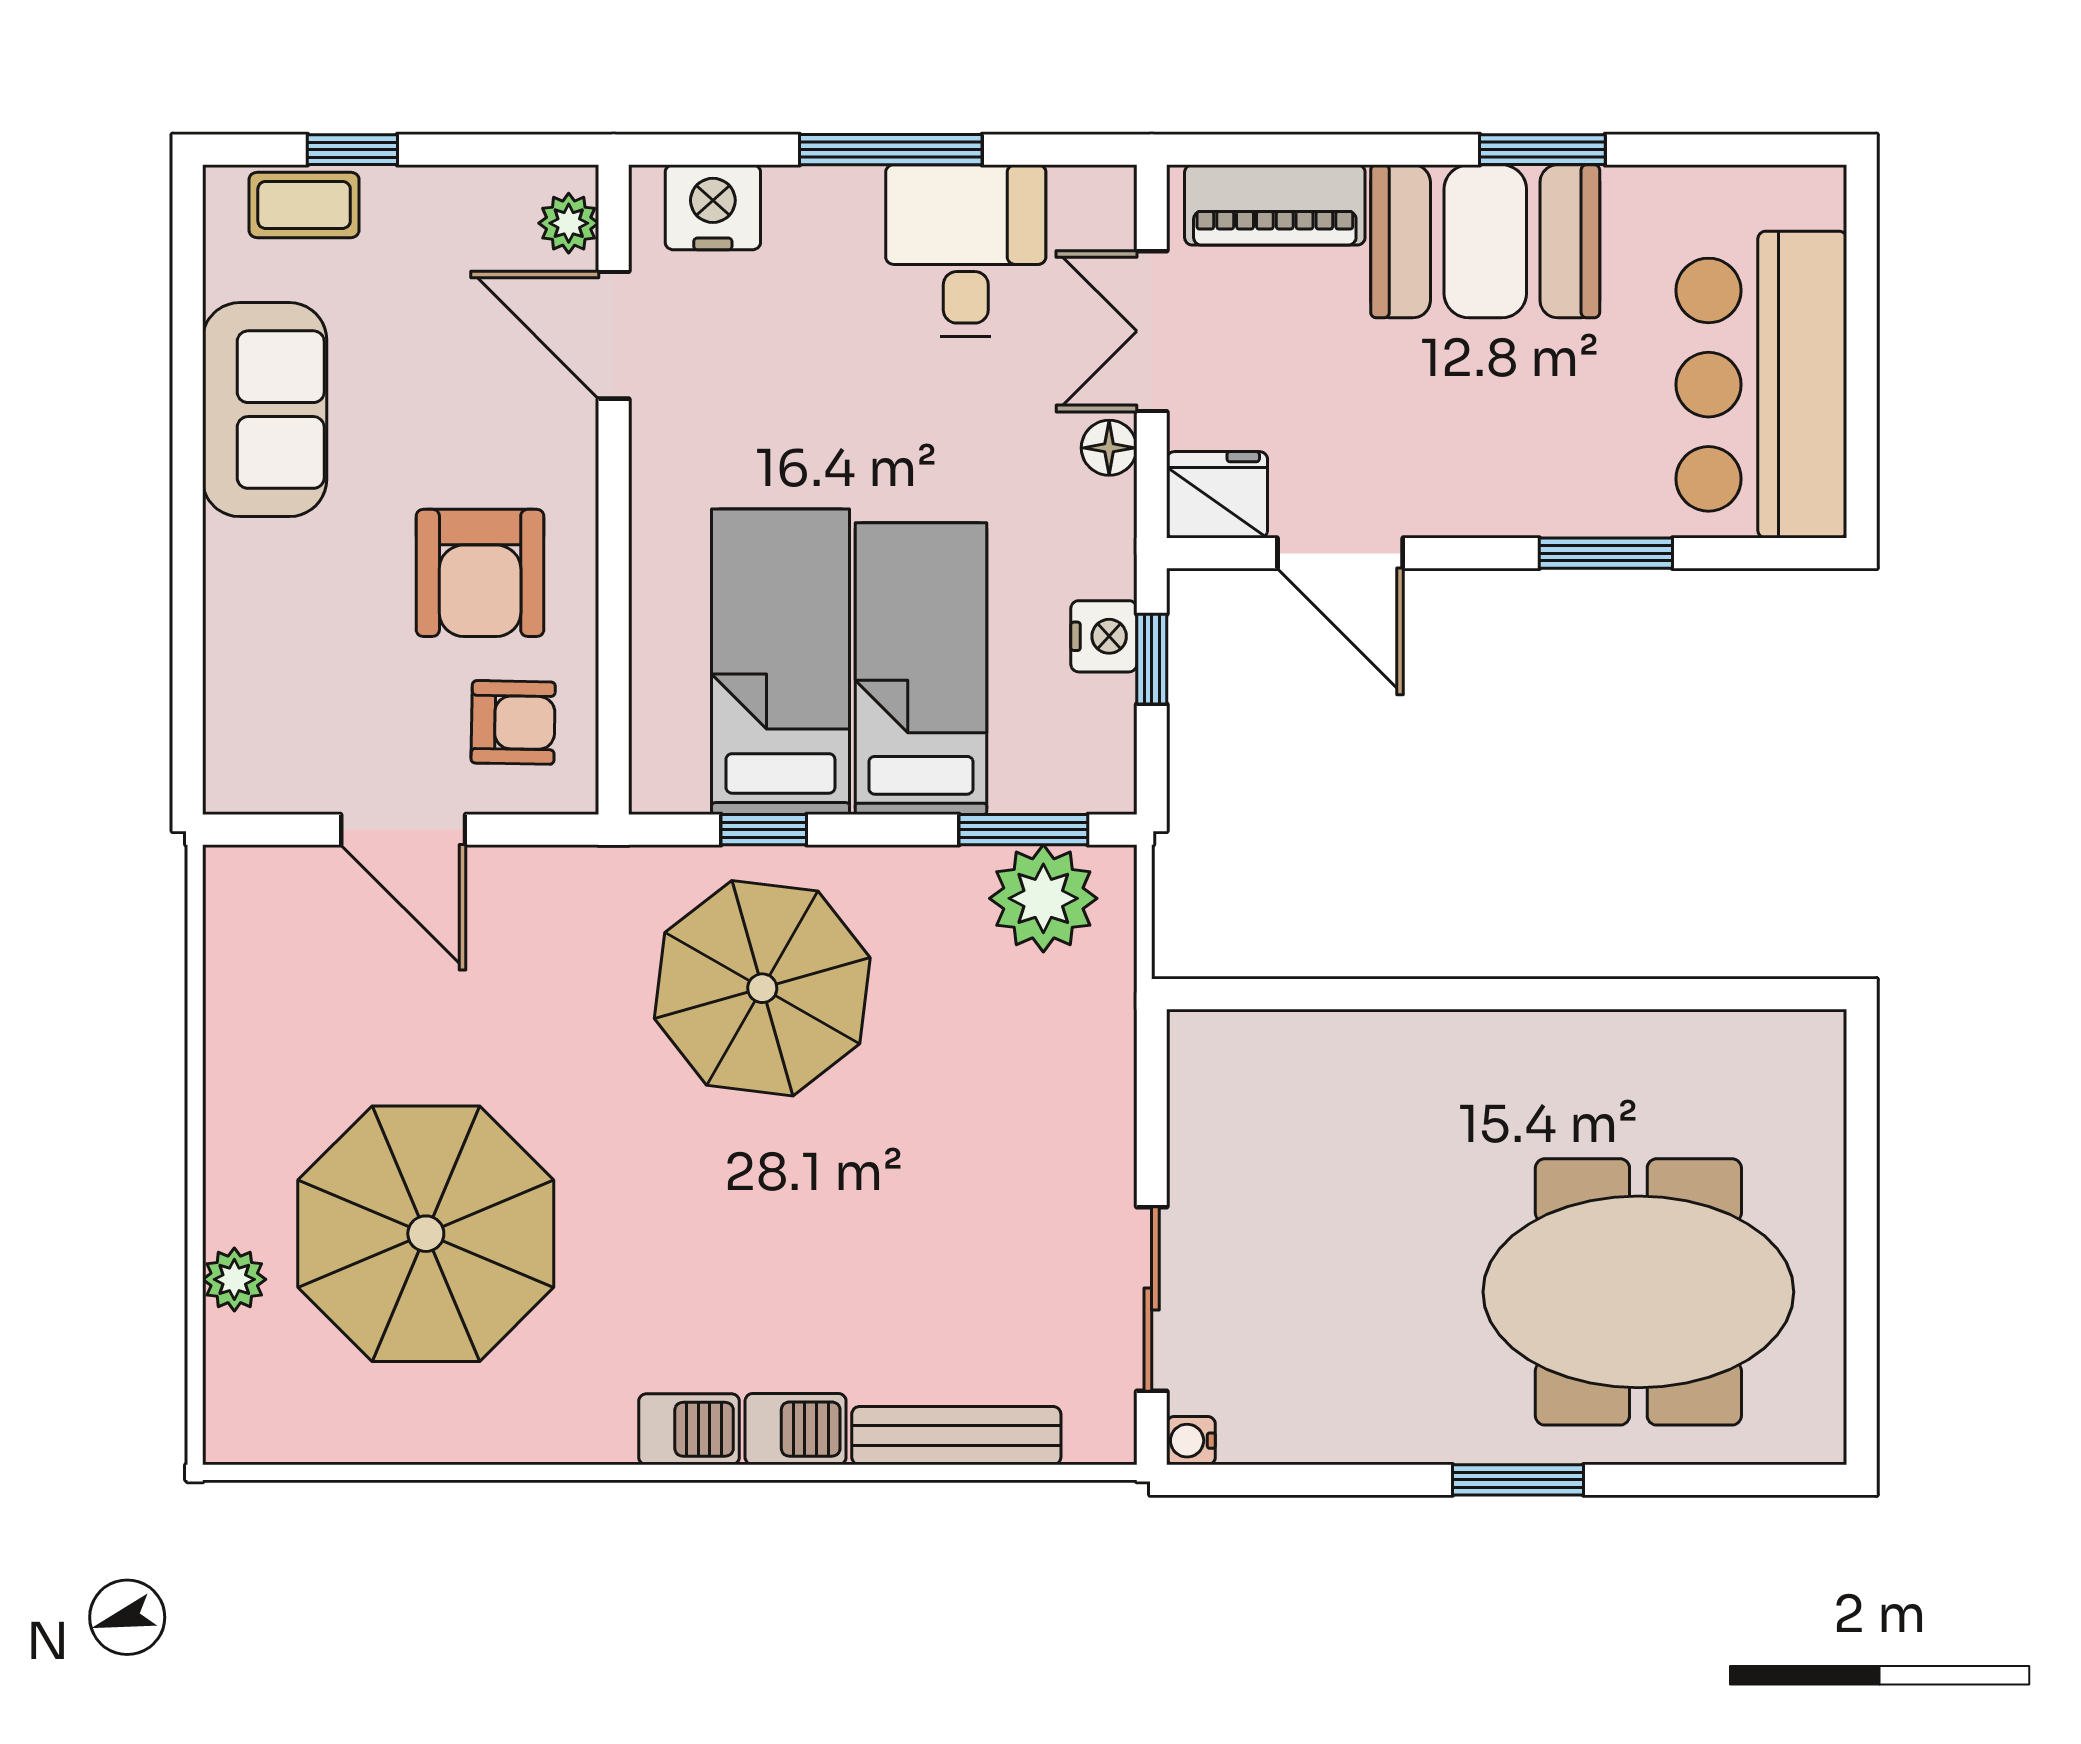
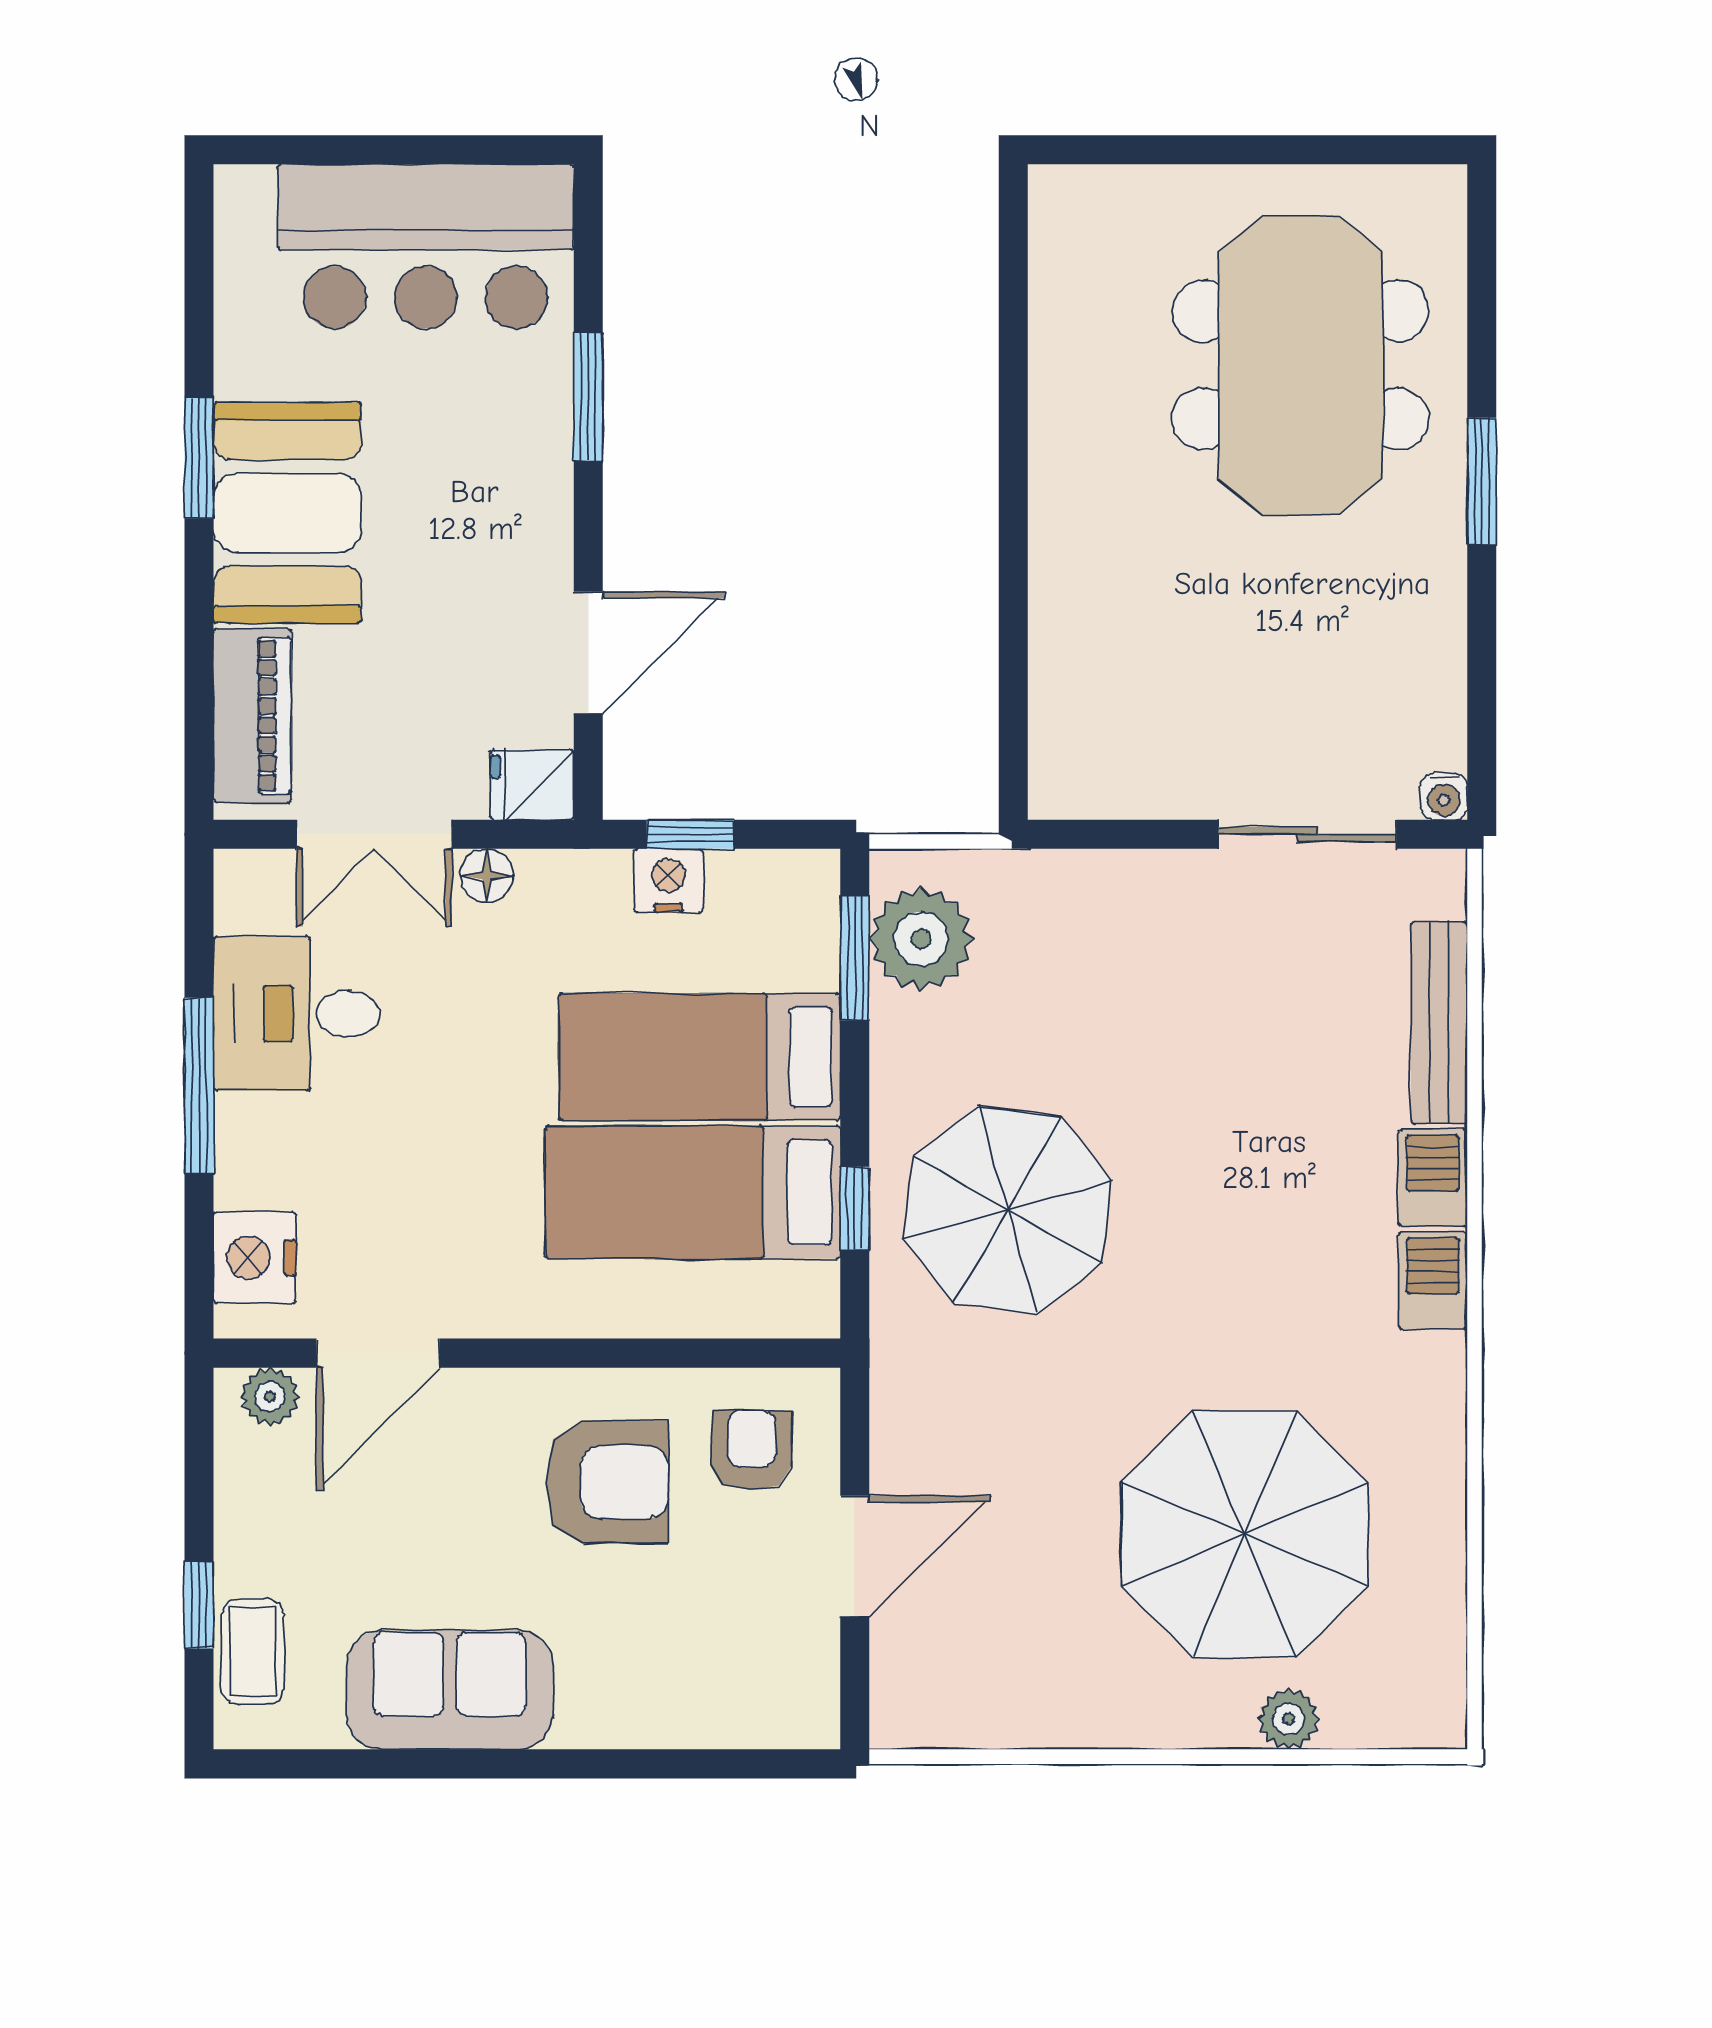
fridge: (1217, 495) -> (532, 785), width x0.72

